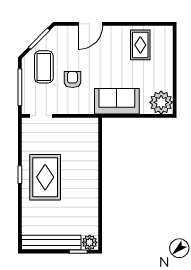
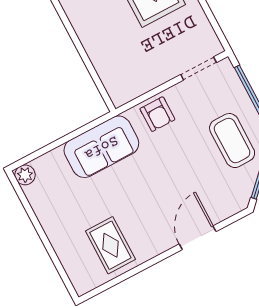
armchair: (72, 80) -> (157, 114), moved
plant: (161, 102) -> (25, 175), width x0.53, depth x0.53

